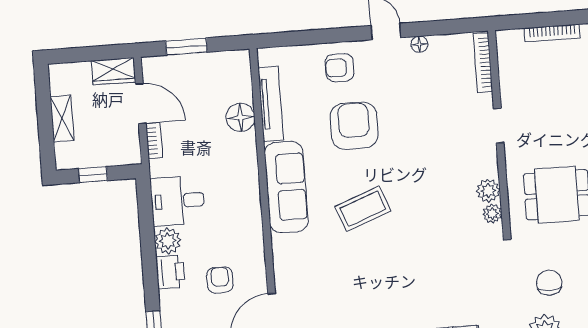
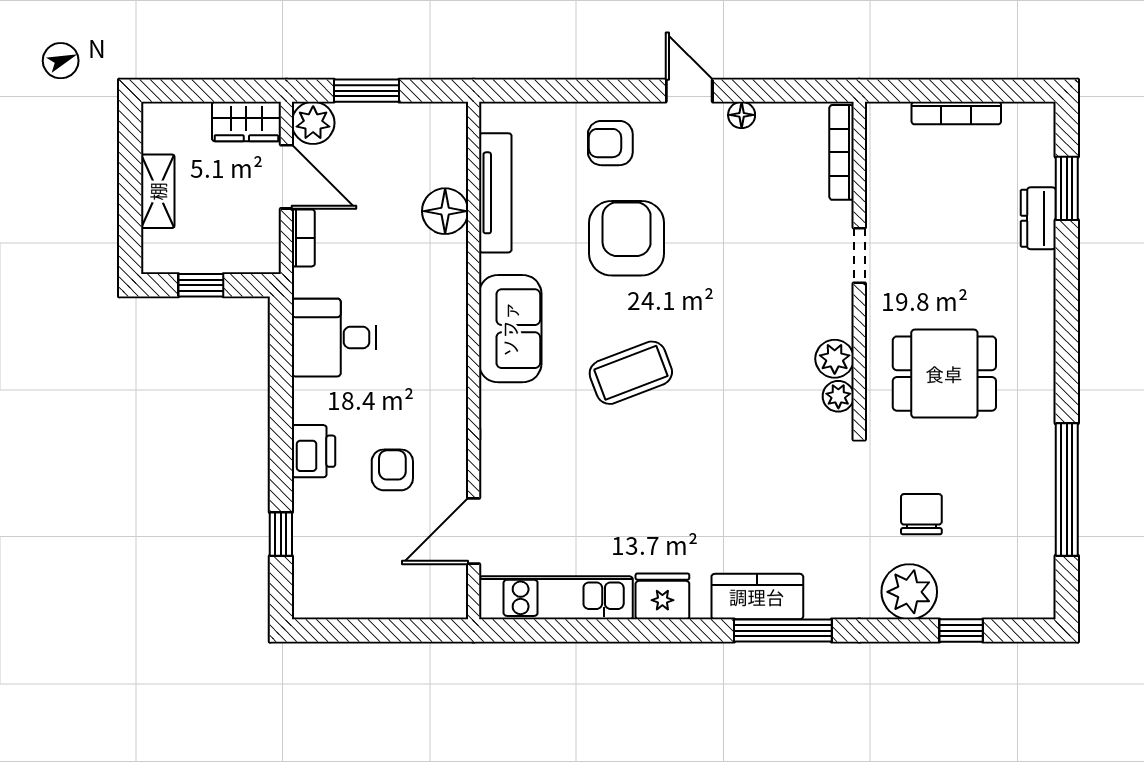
sofa: (286, 187) -> (510, 329), width x0.73
plant: (168, 241) -> (313, 123), moved

